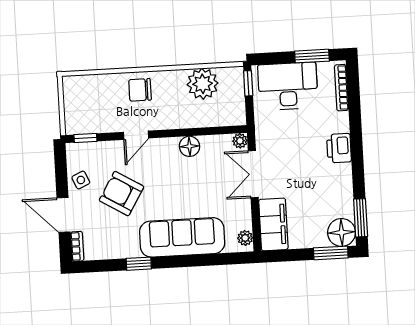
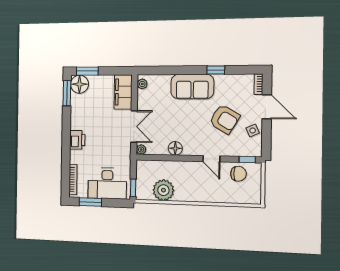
chair: (140, 90) -> (238, 174), moved
door: (136, 135) -> (211, 159), swing flipped
sofa: (182, 237) -> (192, 87), width x0.73

